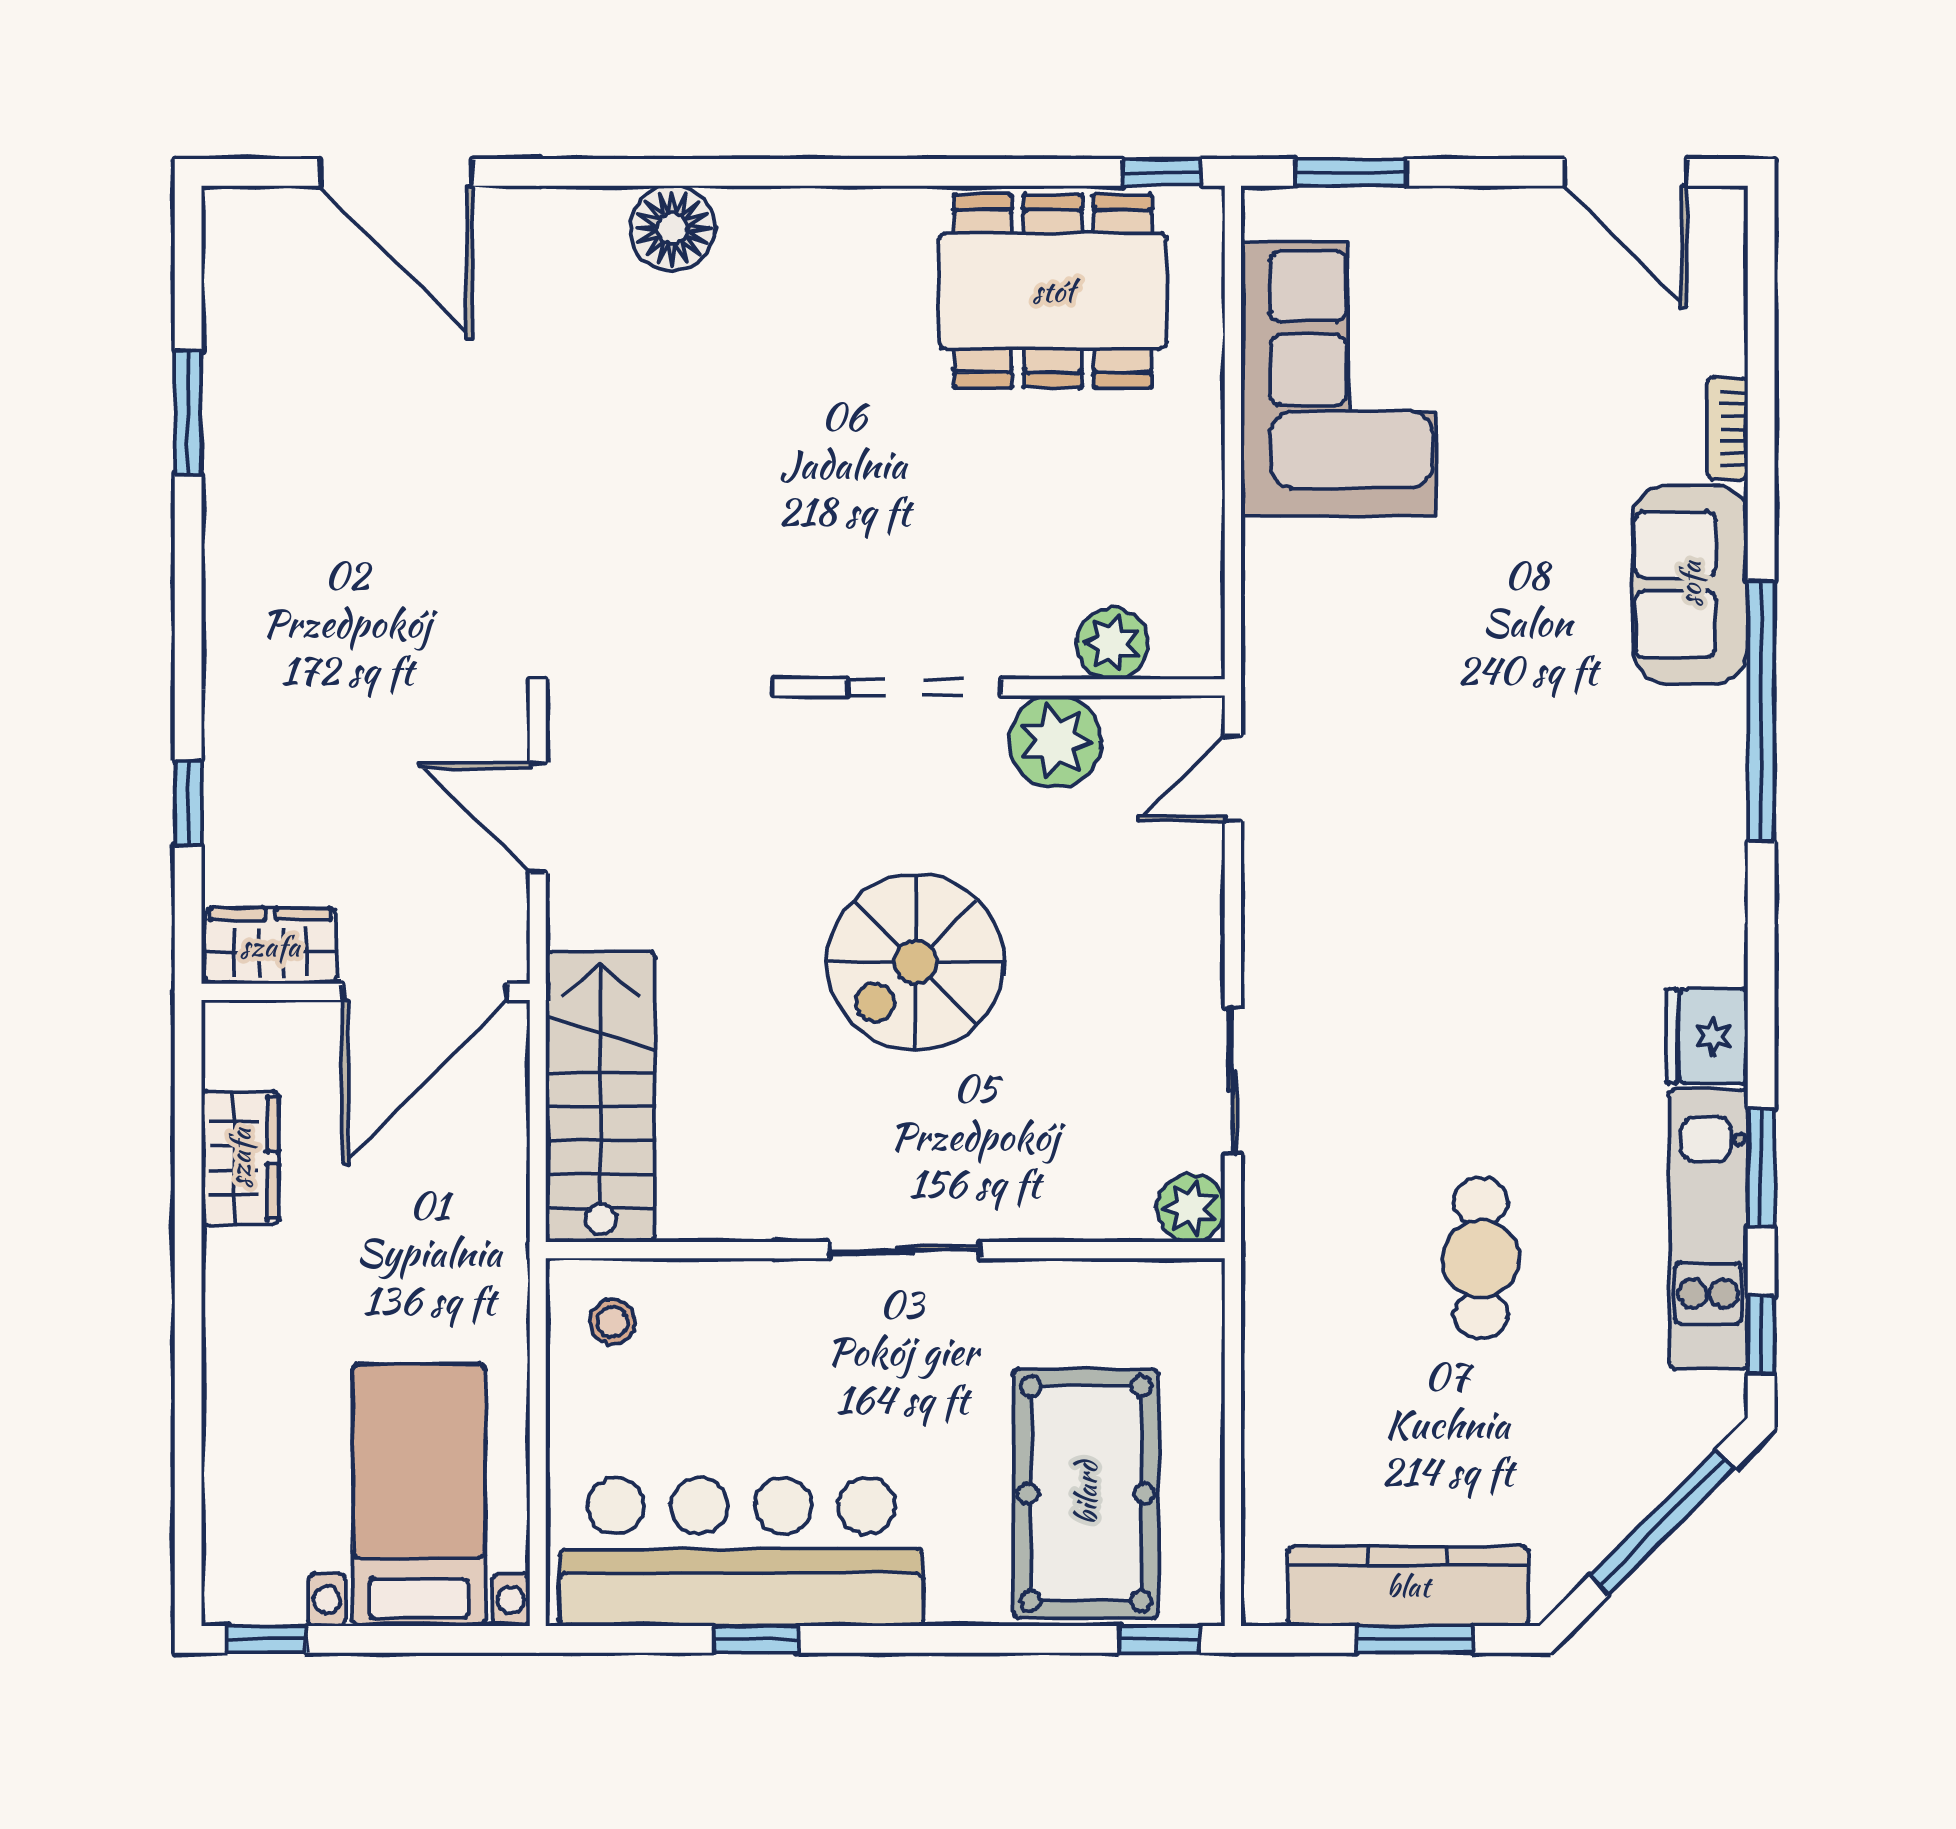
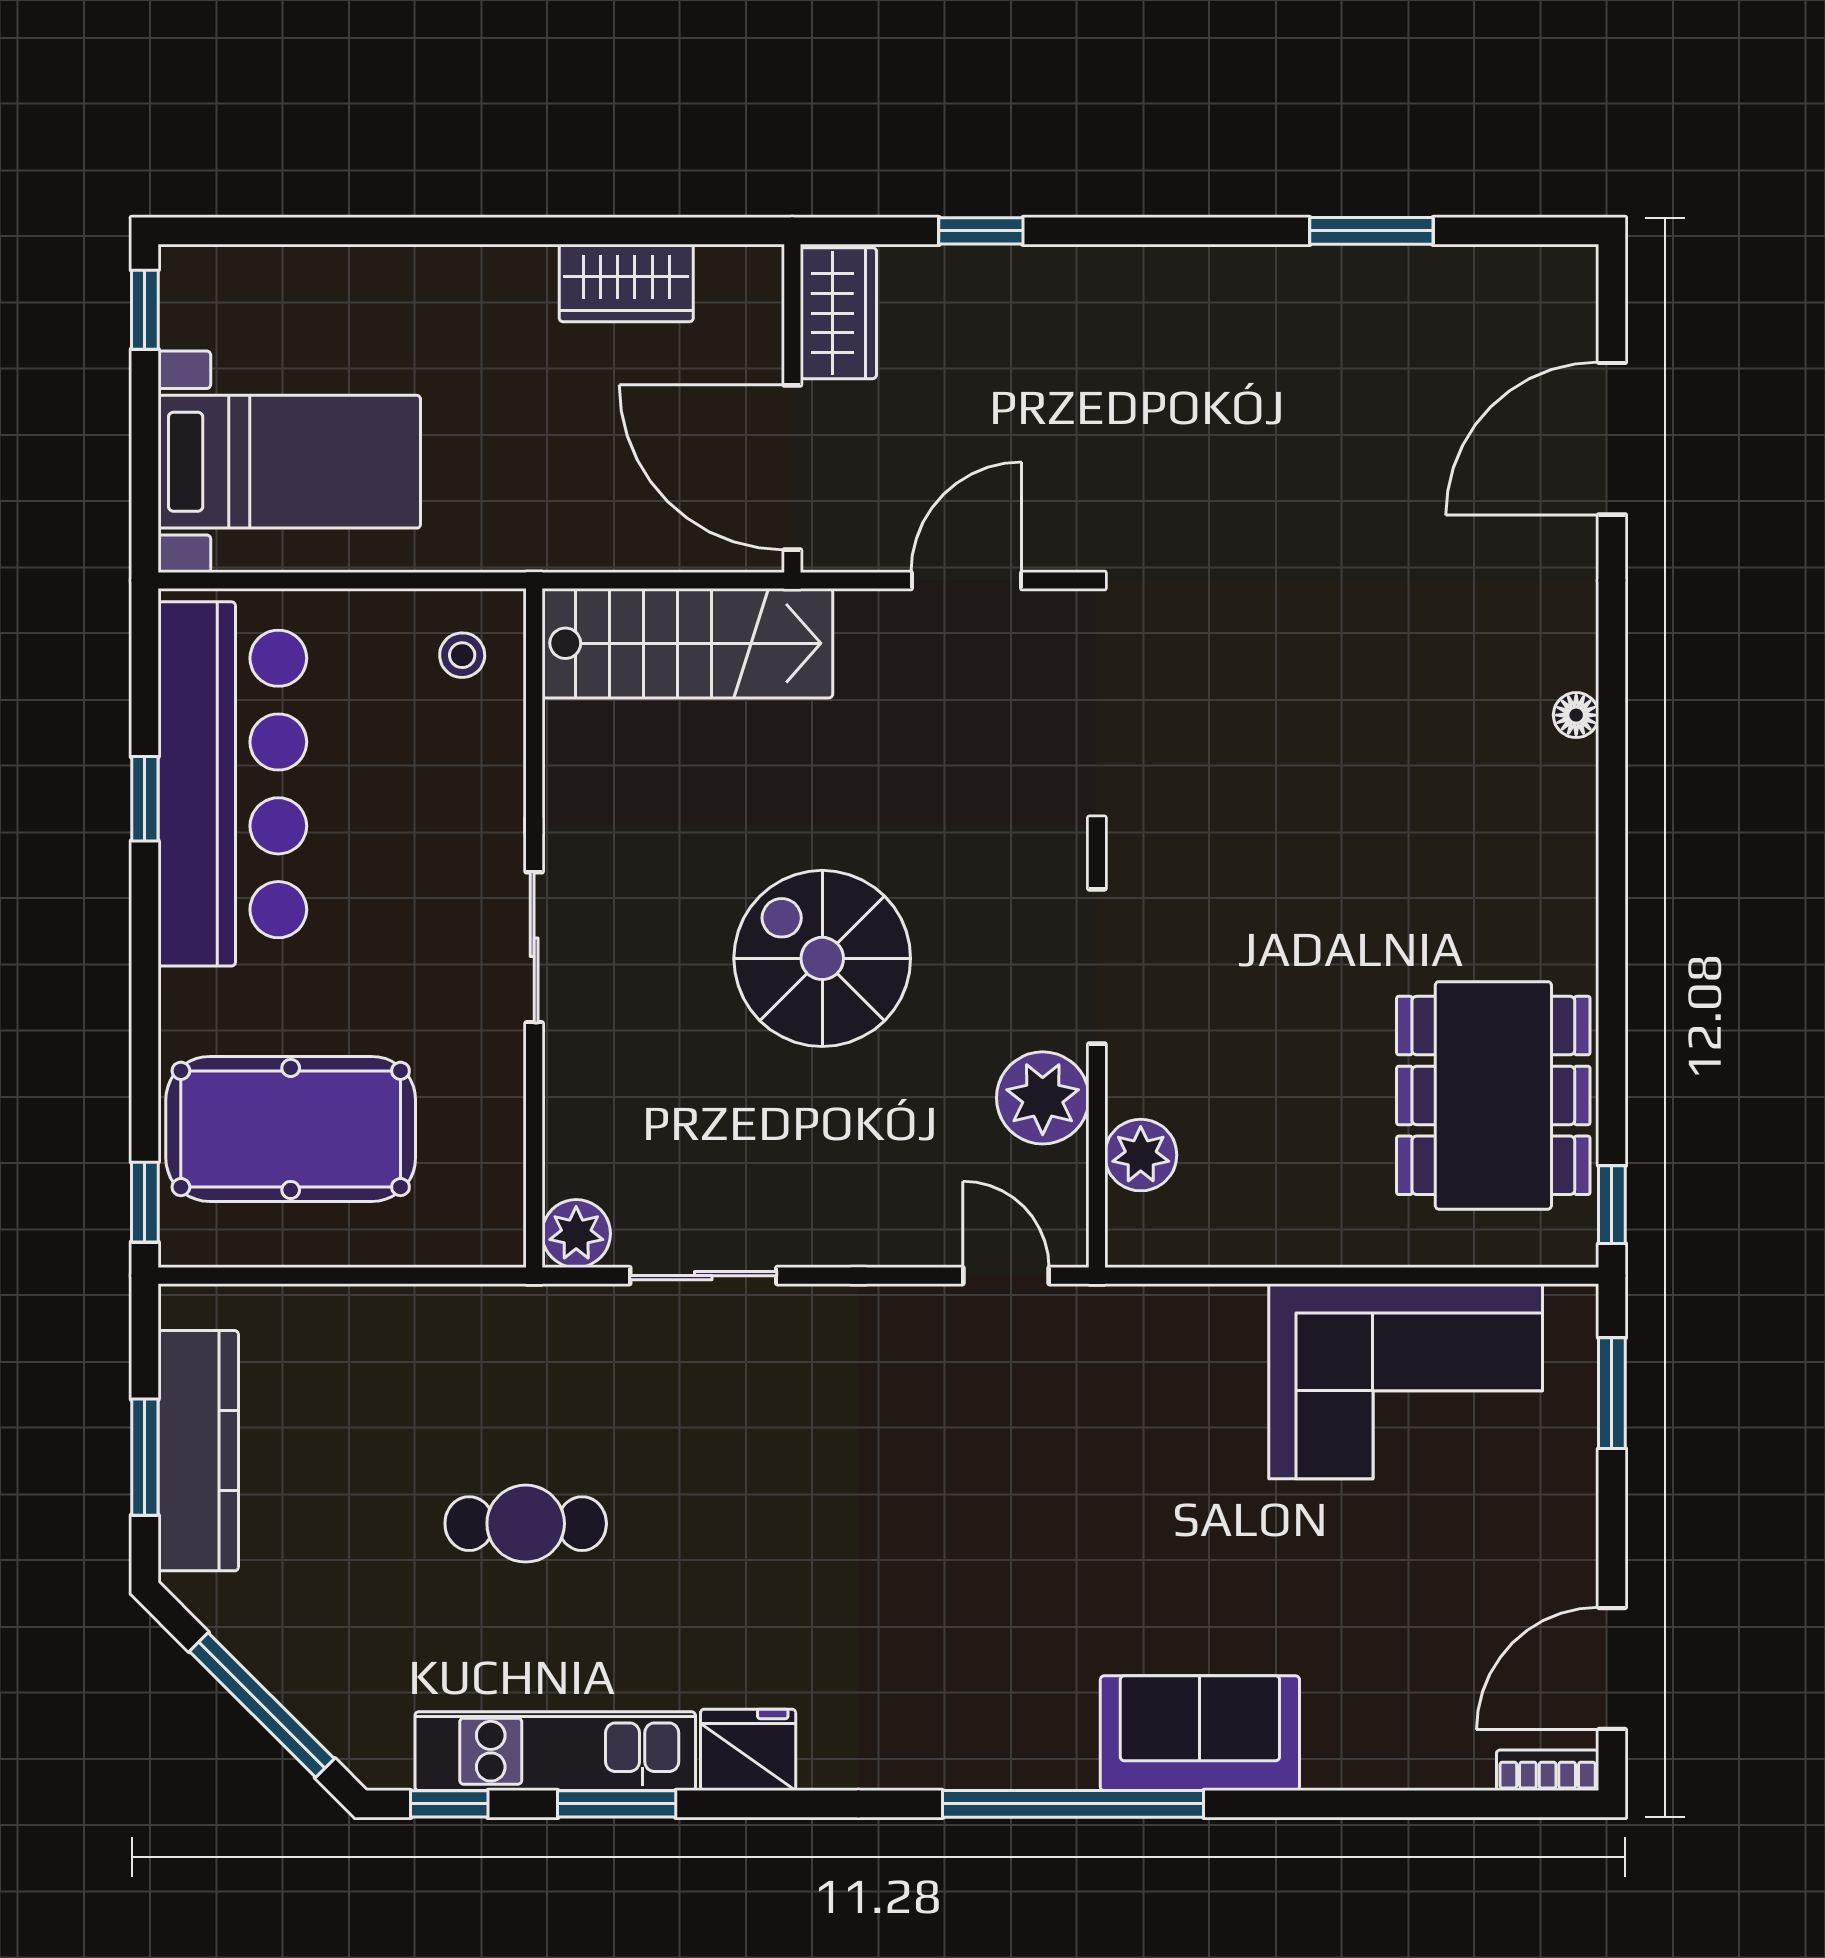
floor lamp: (672, 228) -> (1576, 715), width x0.53, depth x0.53
bookcase: (1727, 429) -> (1548, 1770), moved

